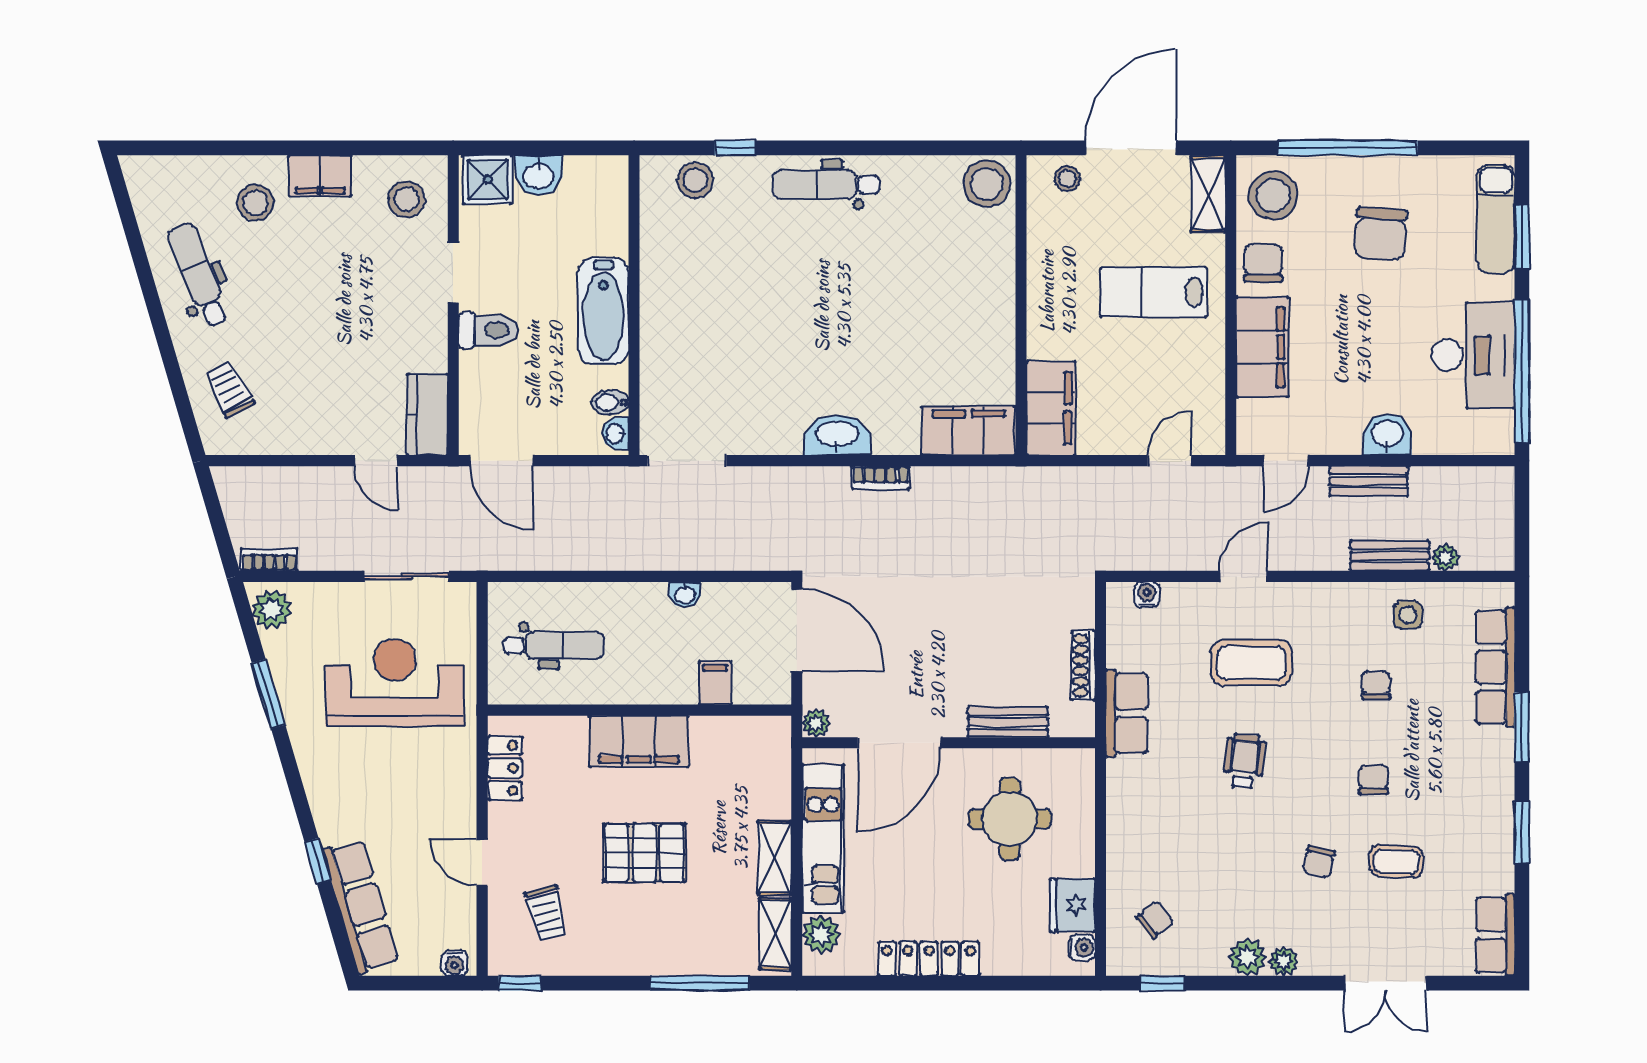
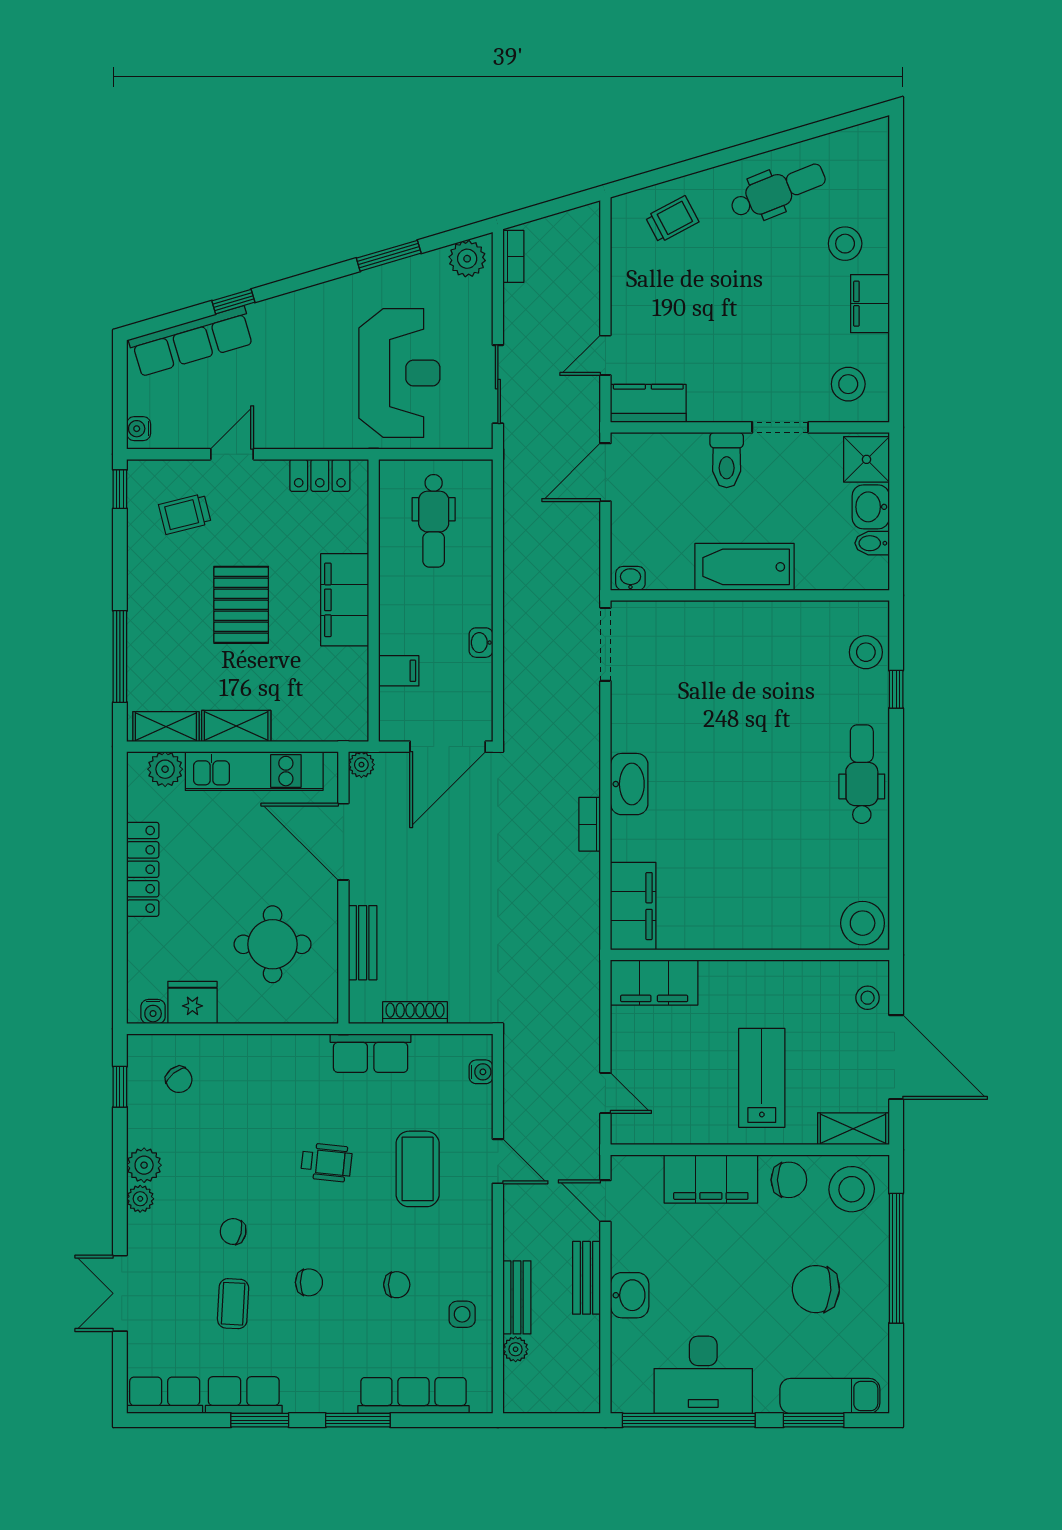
bidet: (610, 402) -> (872, 543), moved, turned -90
row of seats: (1495, 850) -> (244, 1395), added

